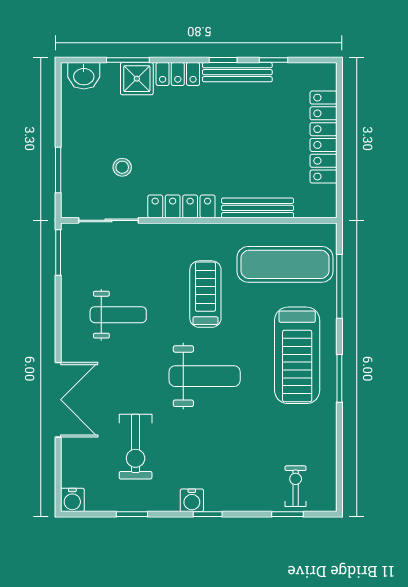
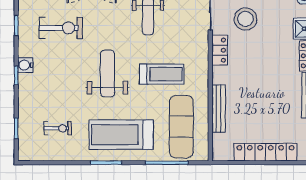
stool: (122, 167) -> (246, 19), width x1.89, depth x1.89
locker: (181, 206) -> (220, 50), width x0.66
weight bench: (205, 376) -> (107, 74), turned 180
exercise bike: (136, 447) -> (61, 28), turned 180
exercise bike: (296, 486) -> (58, 128), moved

